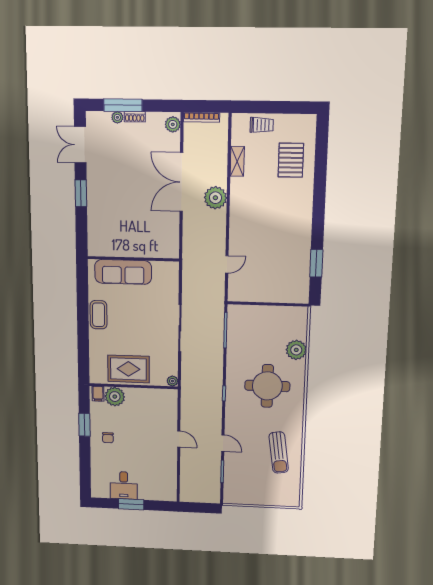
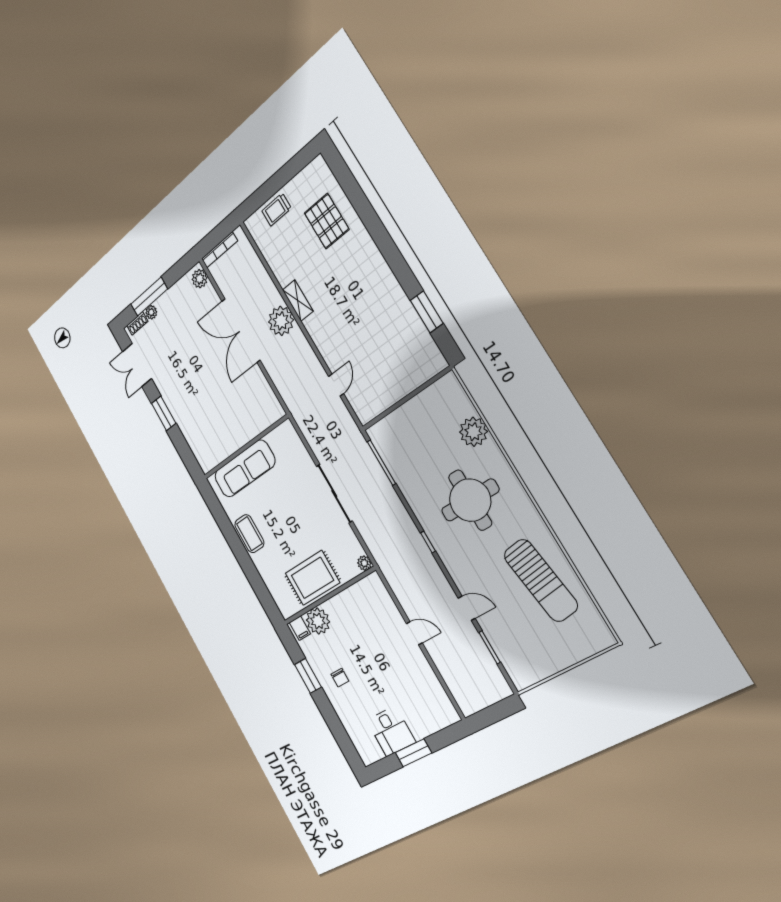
shoe rack: (135, 117) -> (137, 323), moved
trolley: (262, 125) -> (277, 210), turned 180
shelving: (237, 161) -> (298, 301), moved
sun lounger: (279, 453) -> (541, 580), width x1.36, depth x1.34

